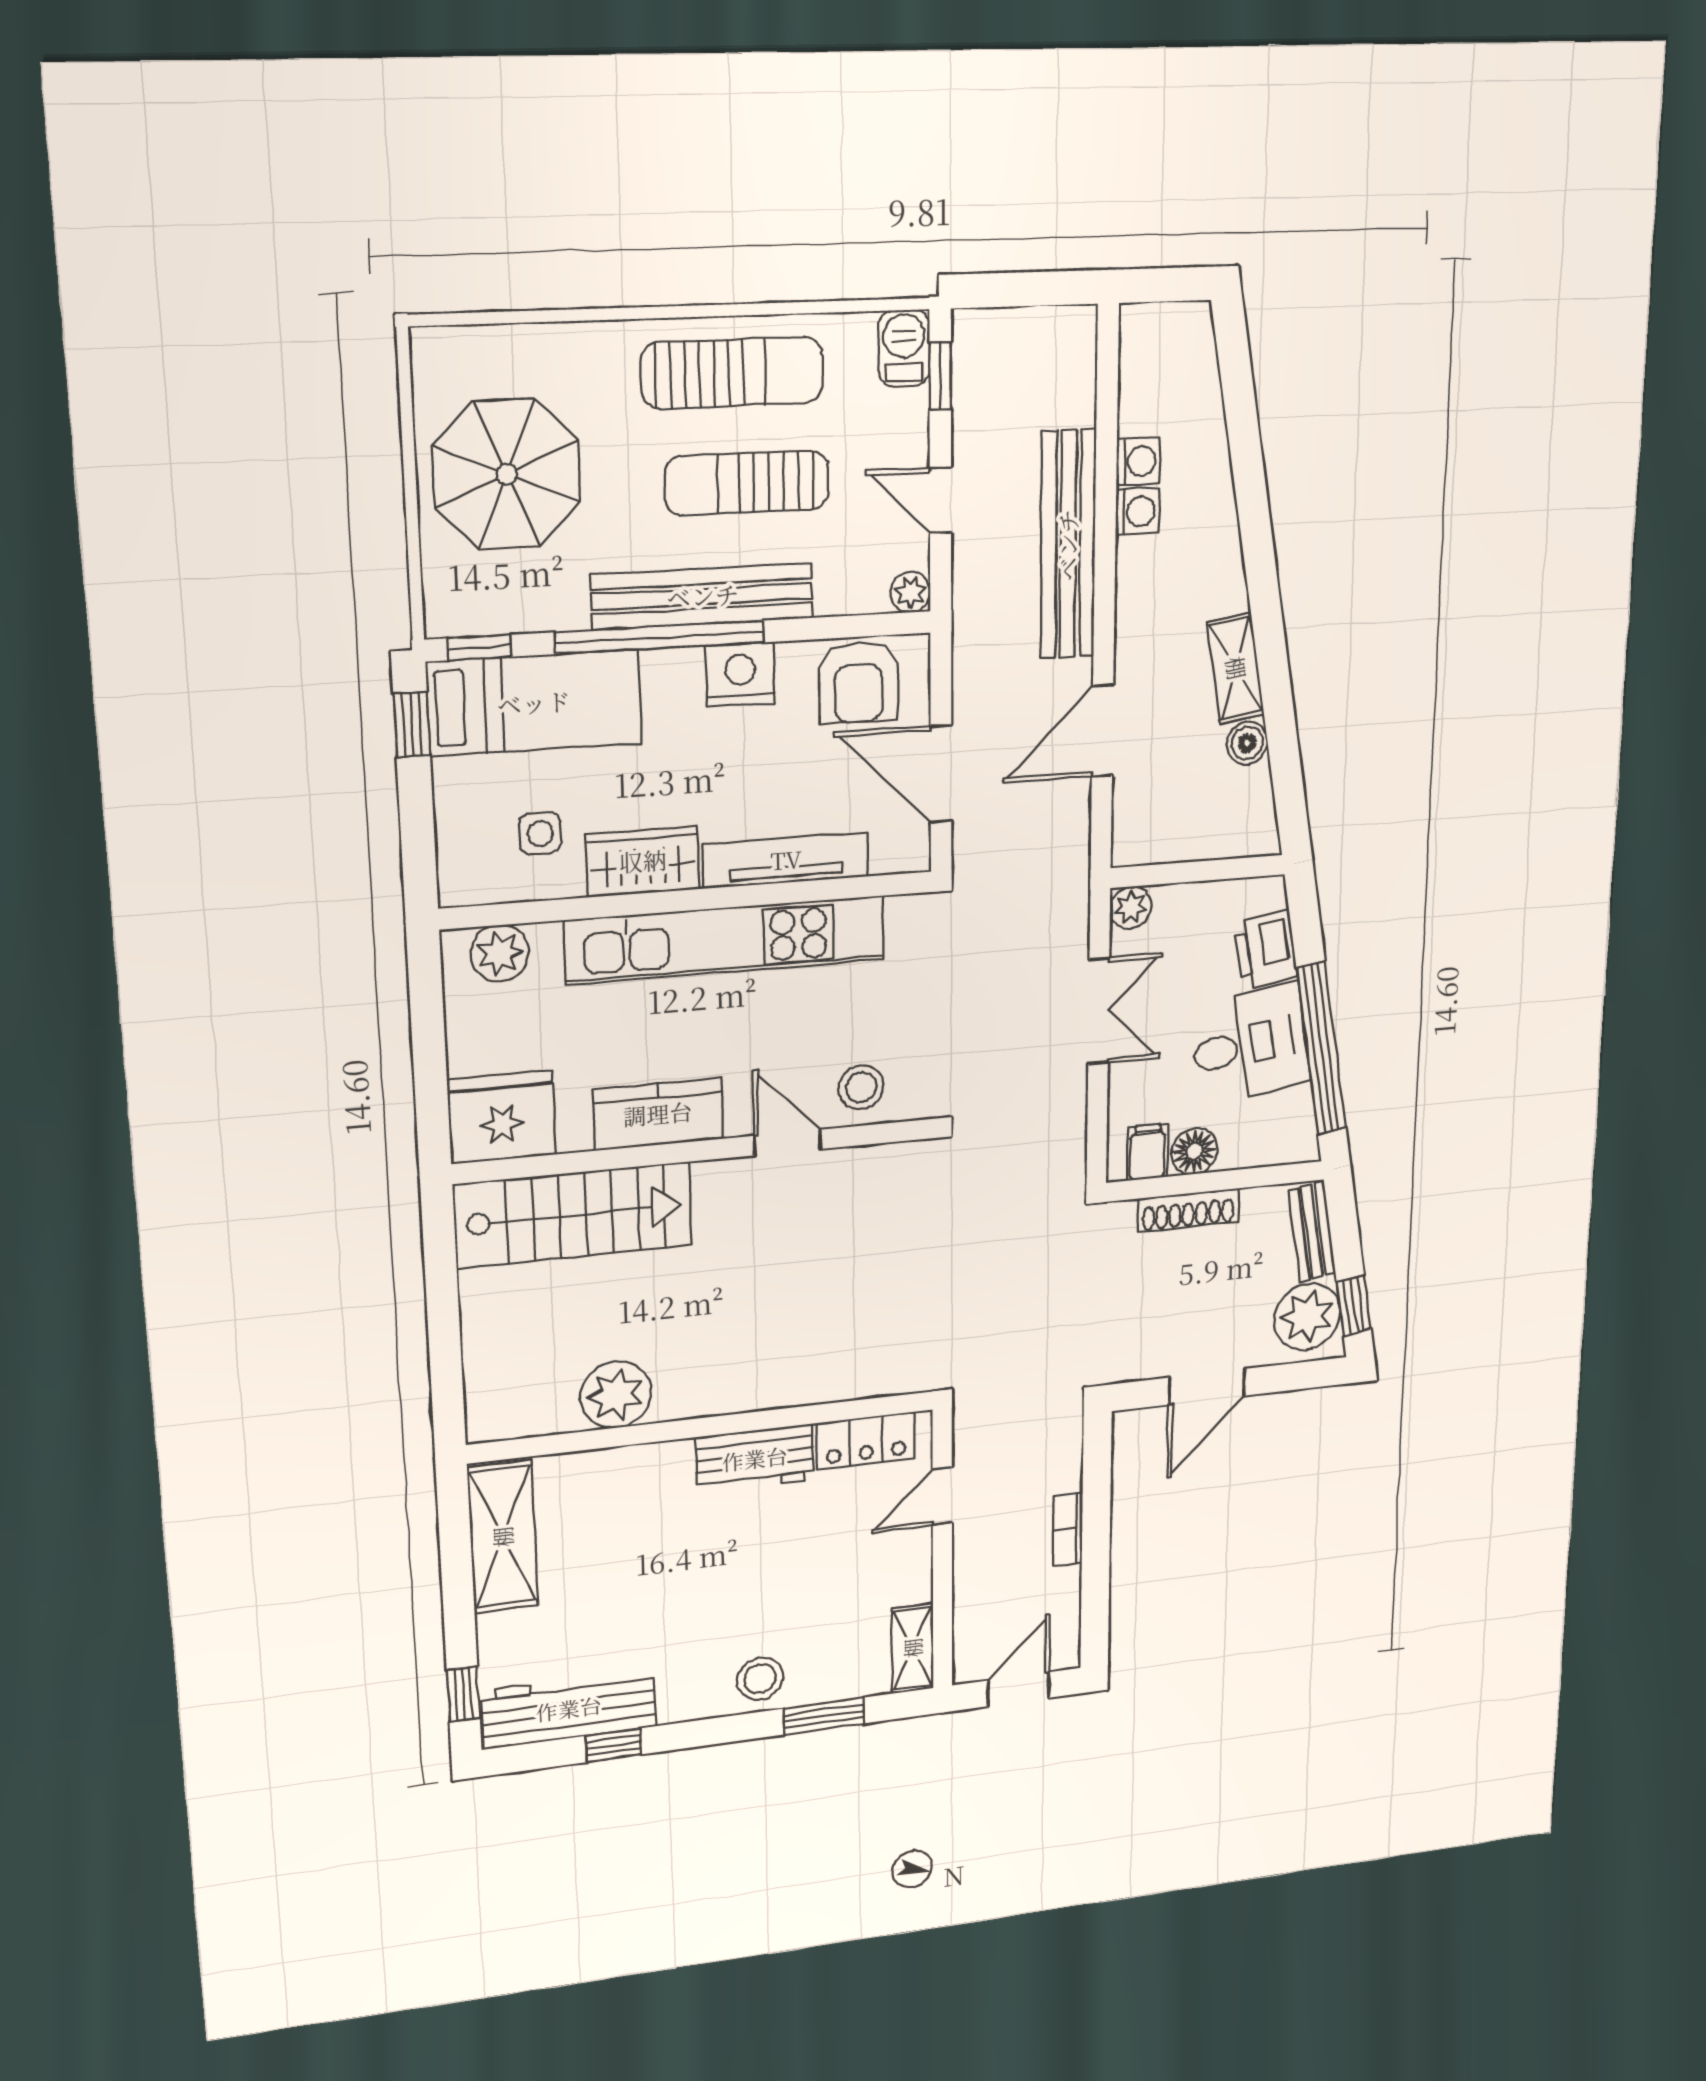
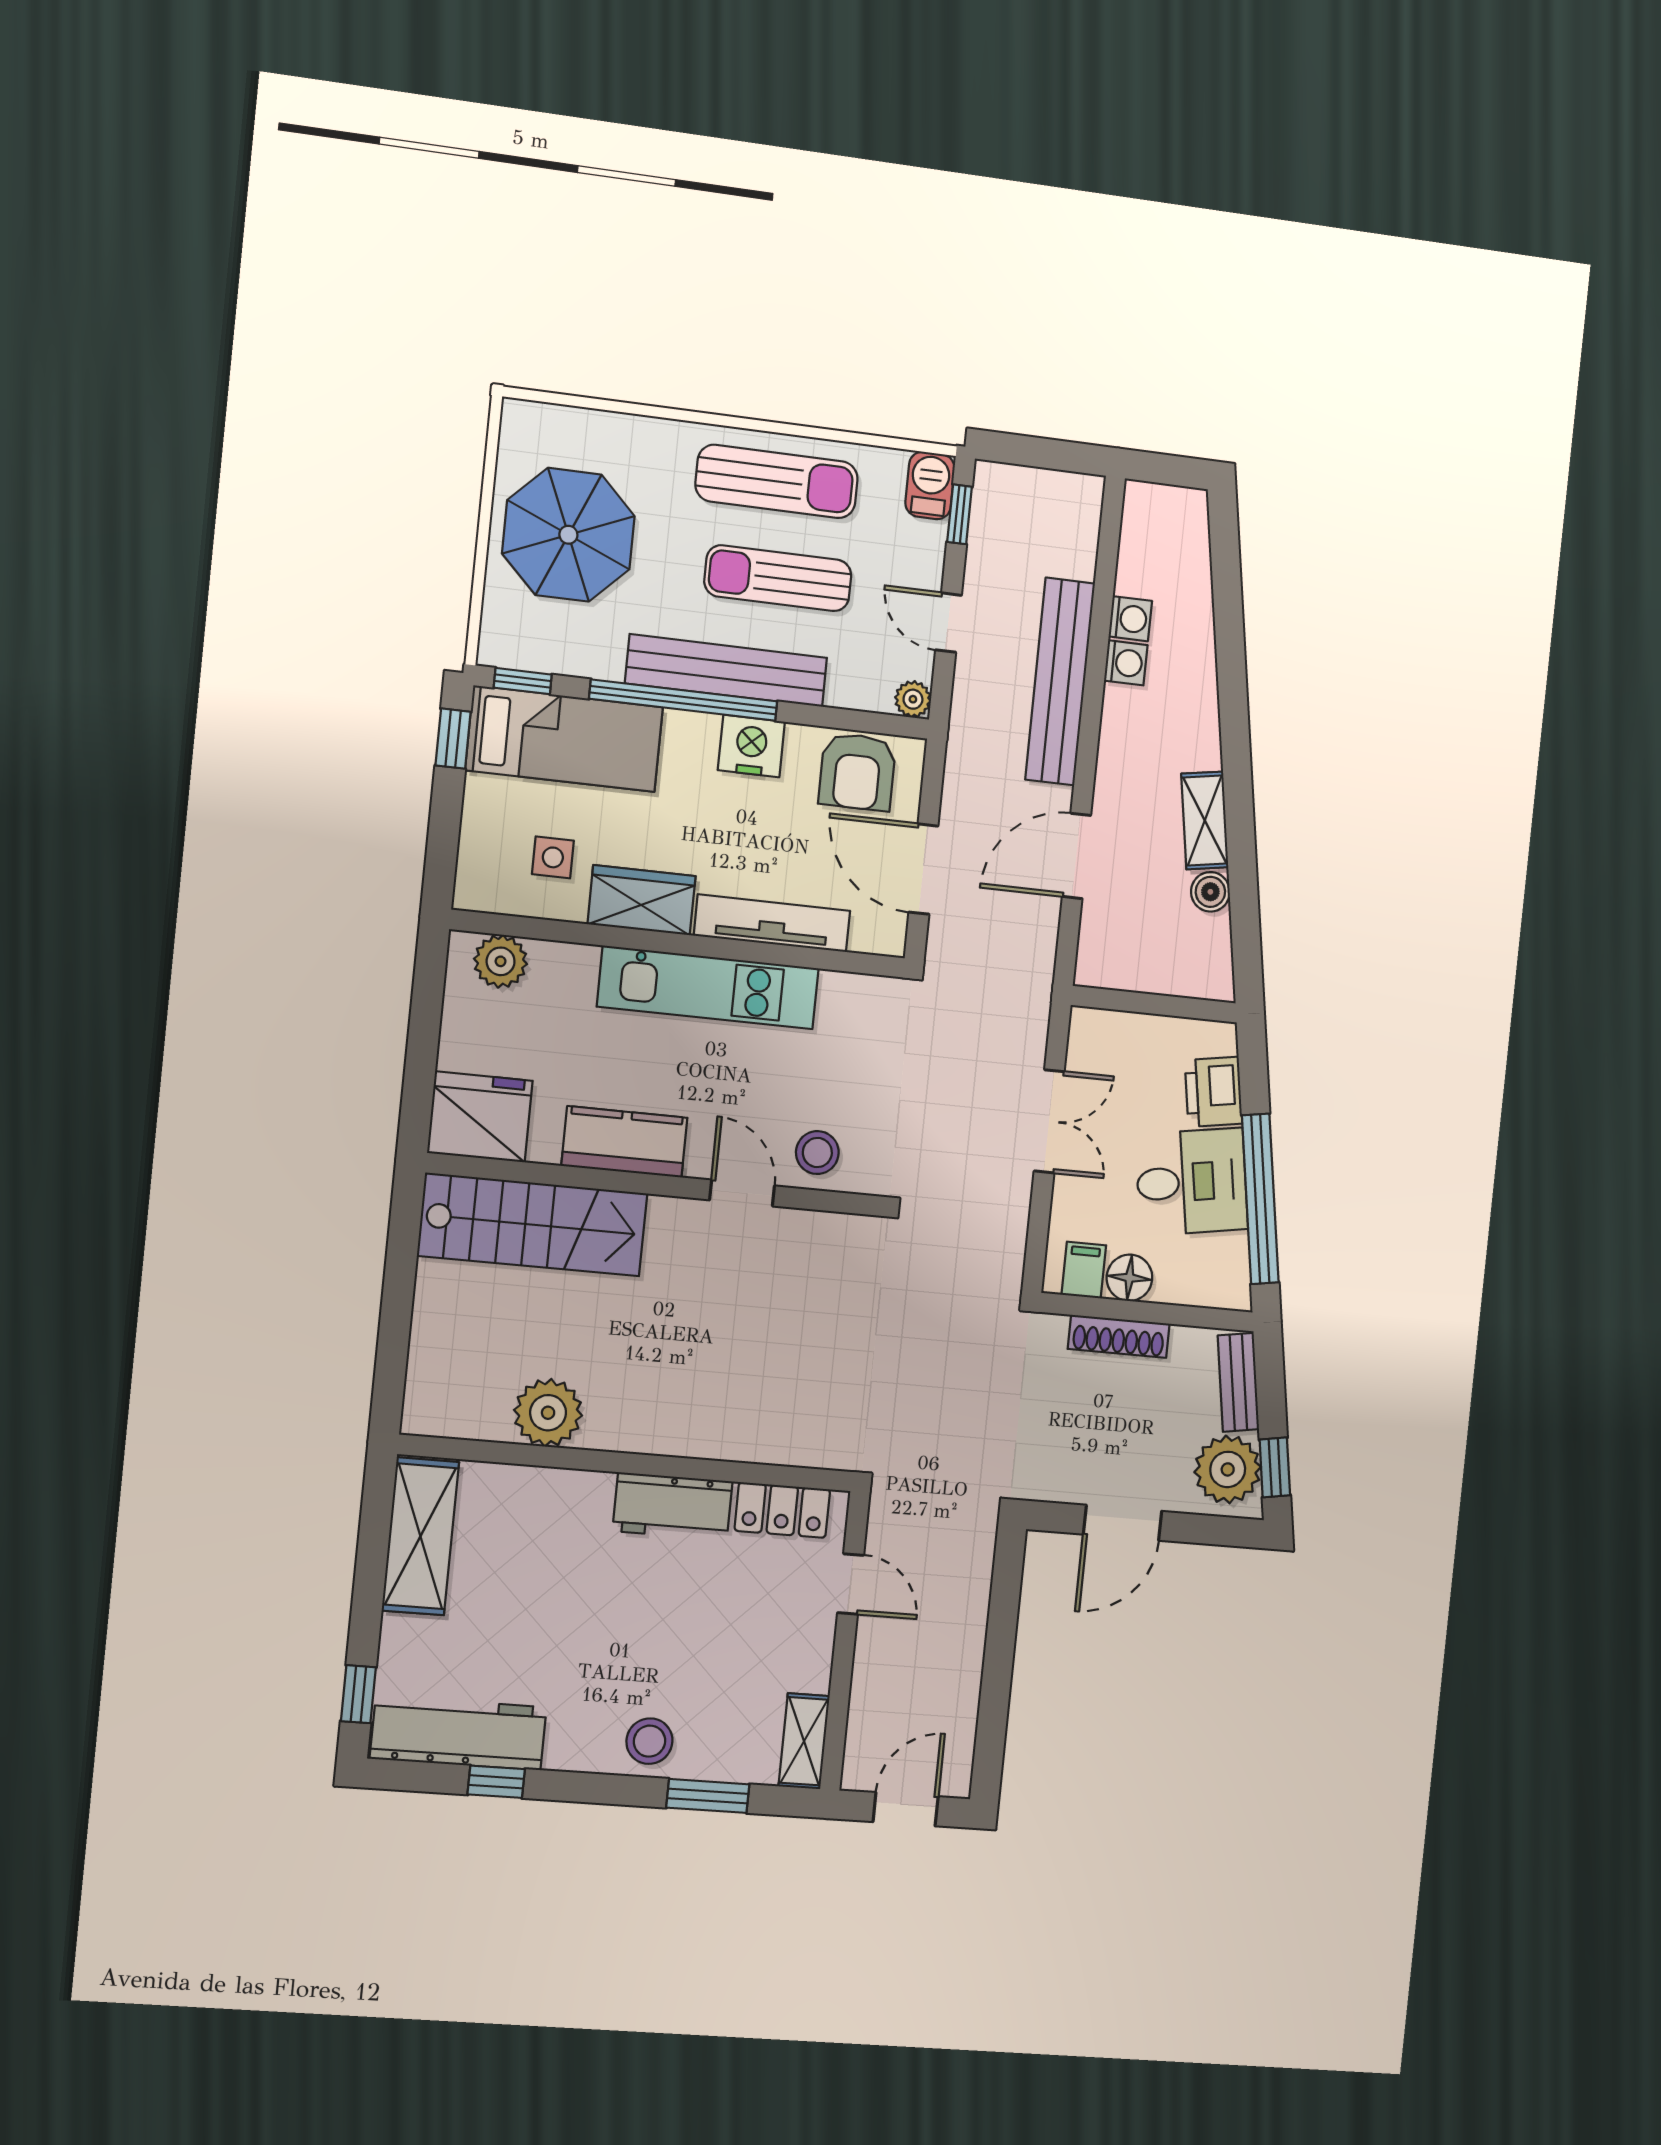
plant: (1131, 907) -> (1088, 1027), removed
kitchen unit: (726, 940) -> (708, 987), width x0.73
door: (942, 1496) -> (851, 1584), swing flipped
bookcase: (1068, 1529) -> (971, 1645), removed

